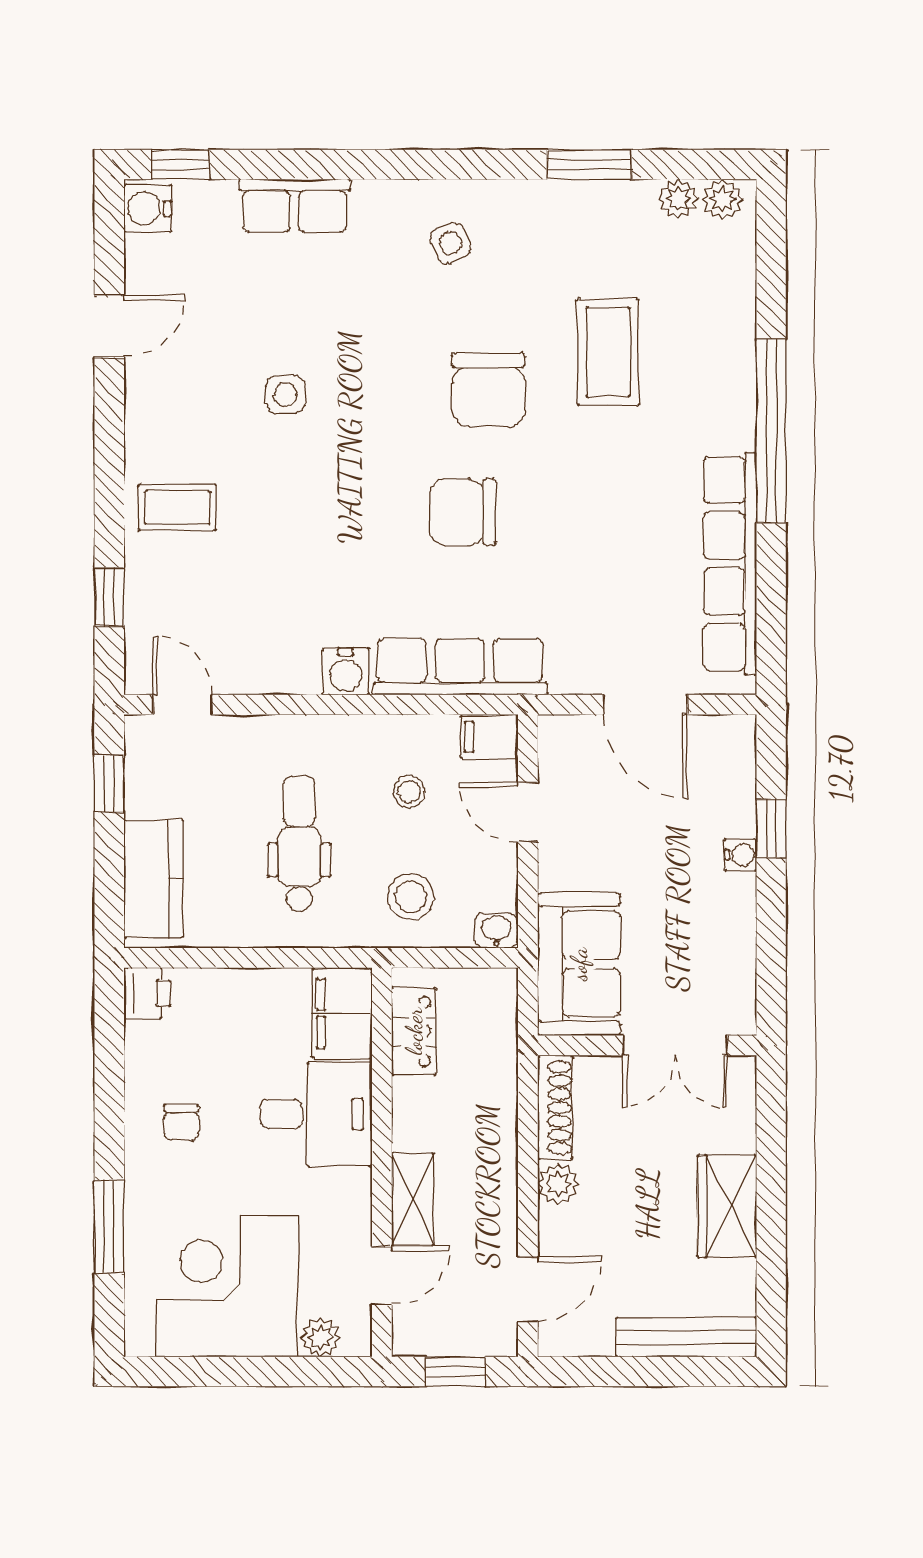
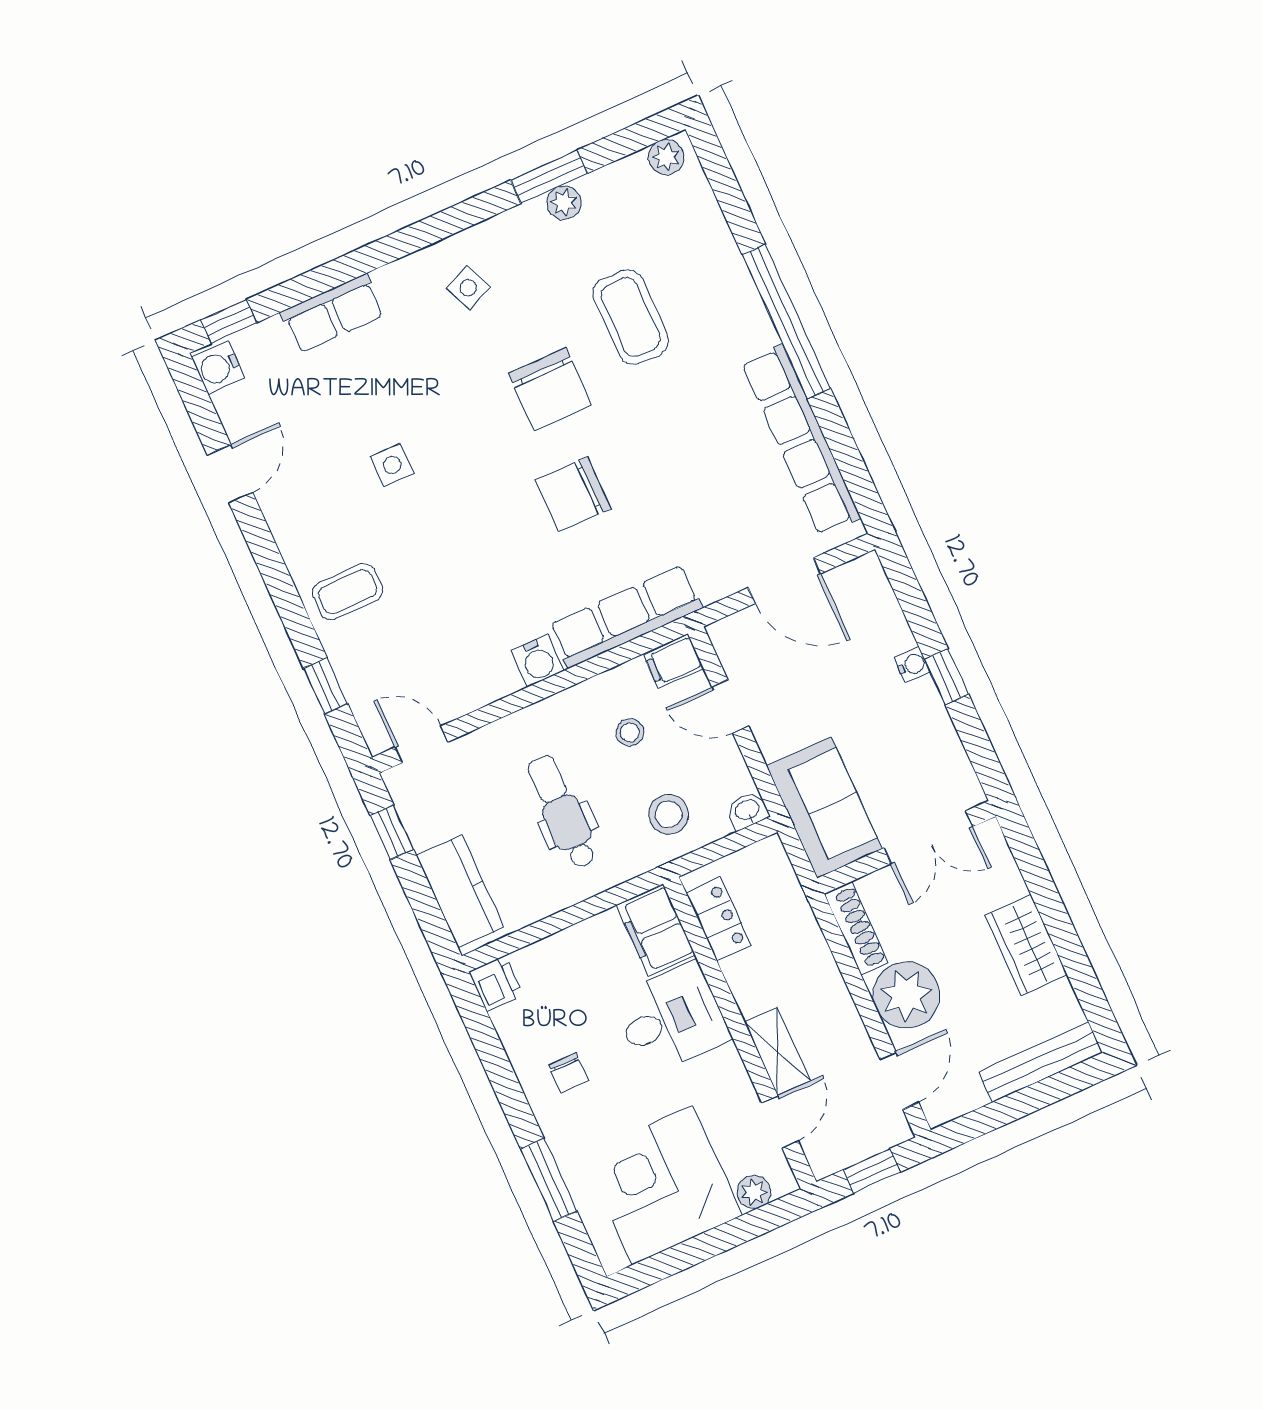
plant: (678, 199) -> (564, 203), moved
window: (771, 828) -> (947, 677), moved
plant: (558, 1184) -> (906, 995), width x1.88, depth x1.88

